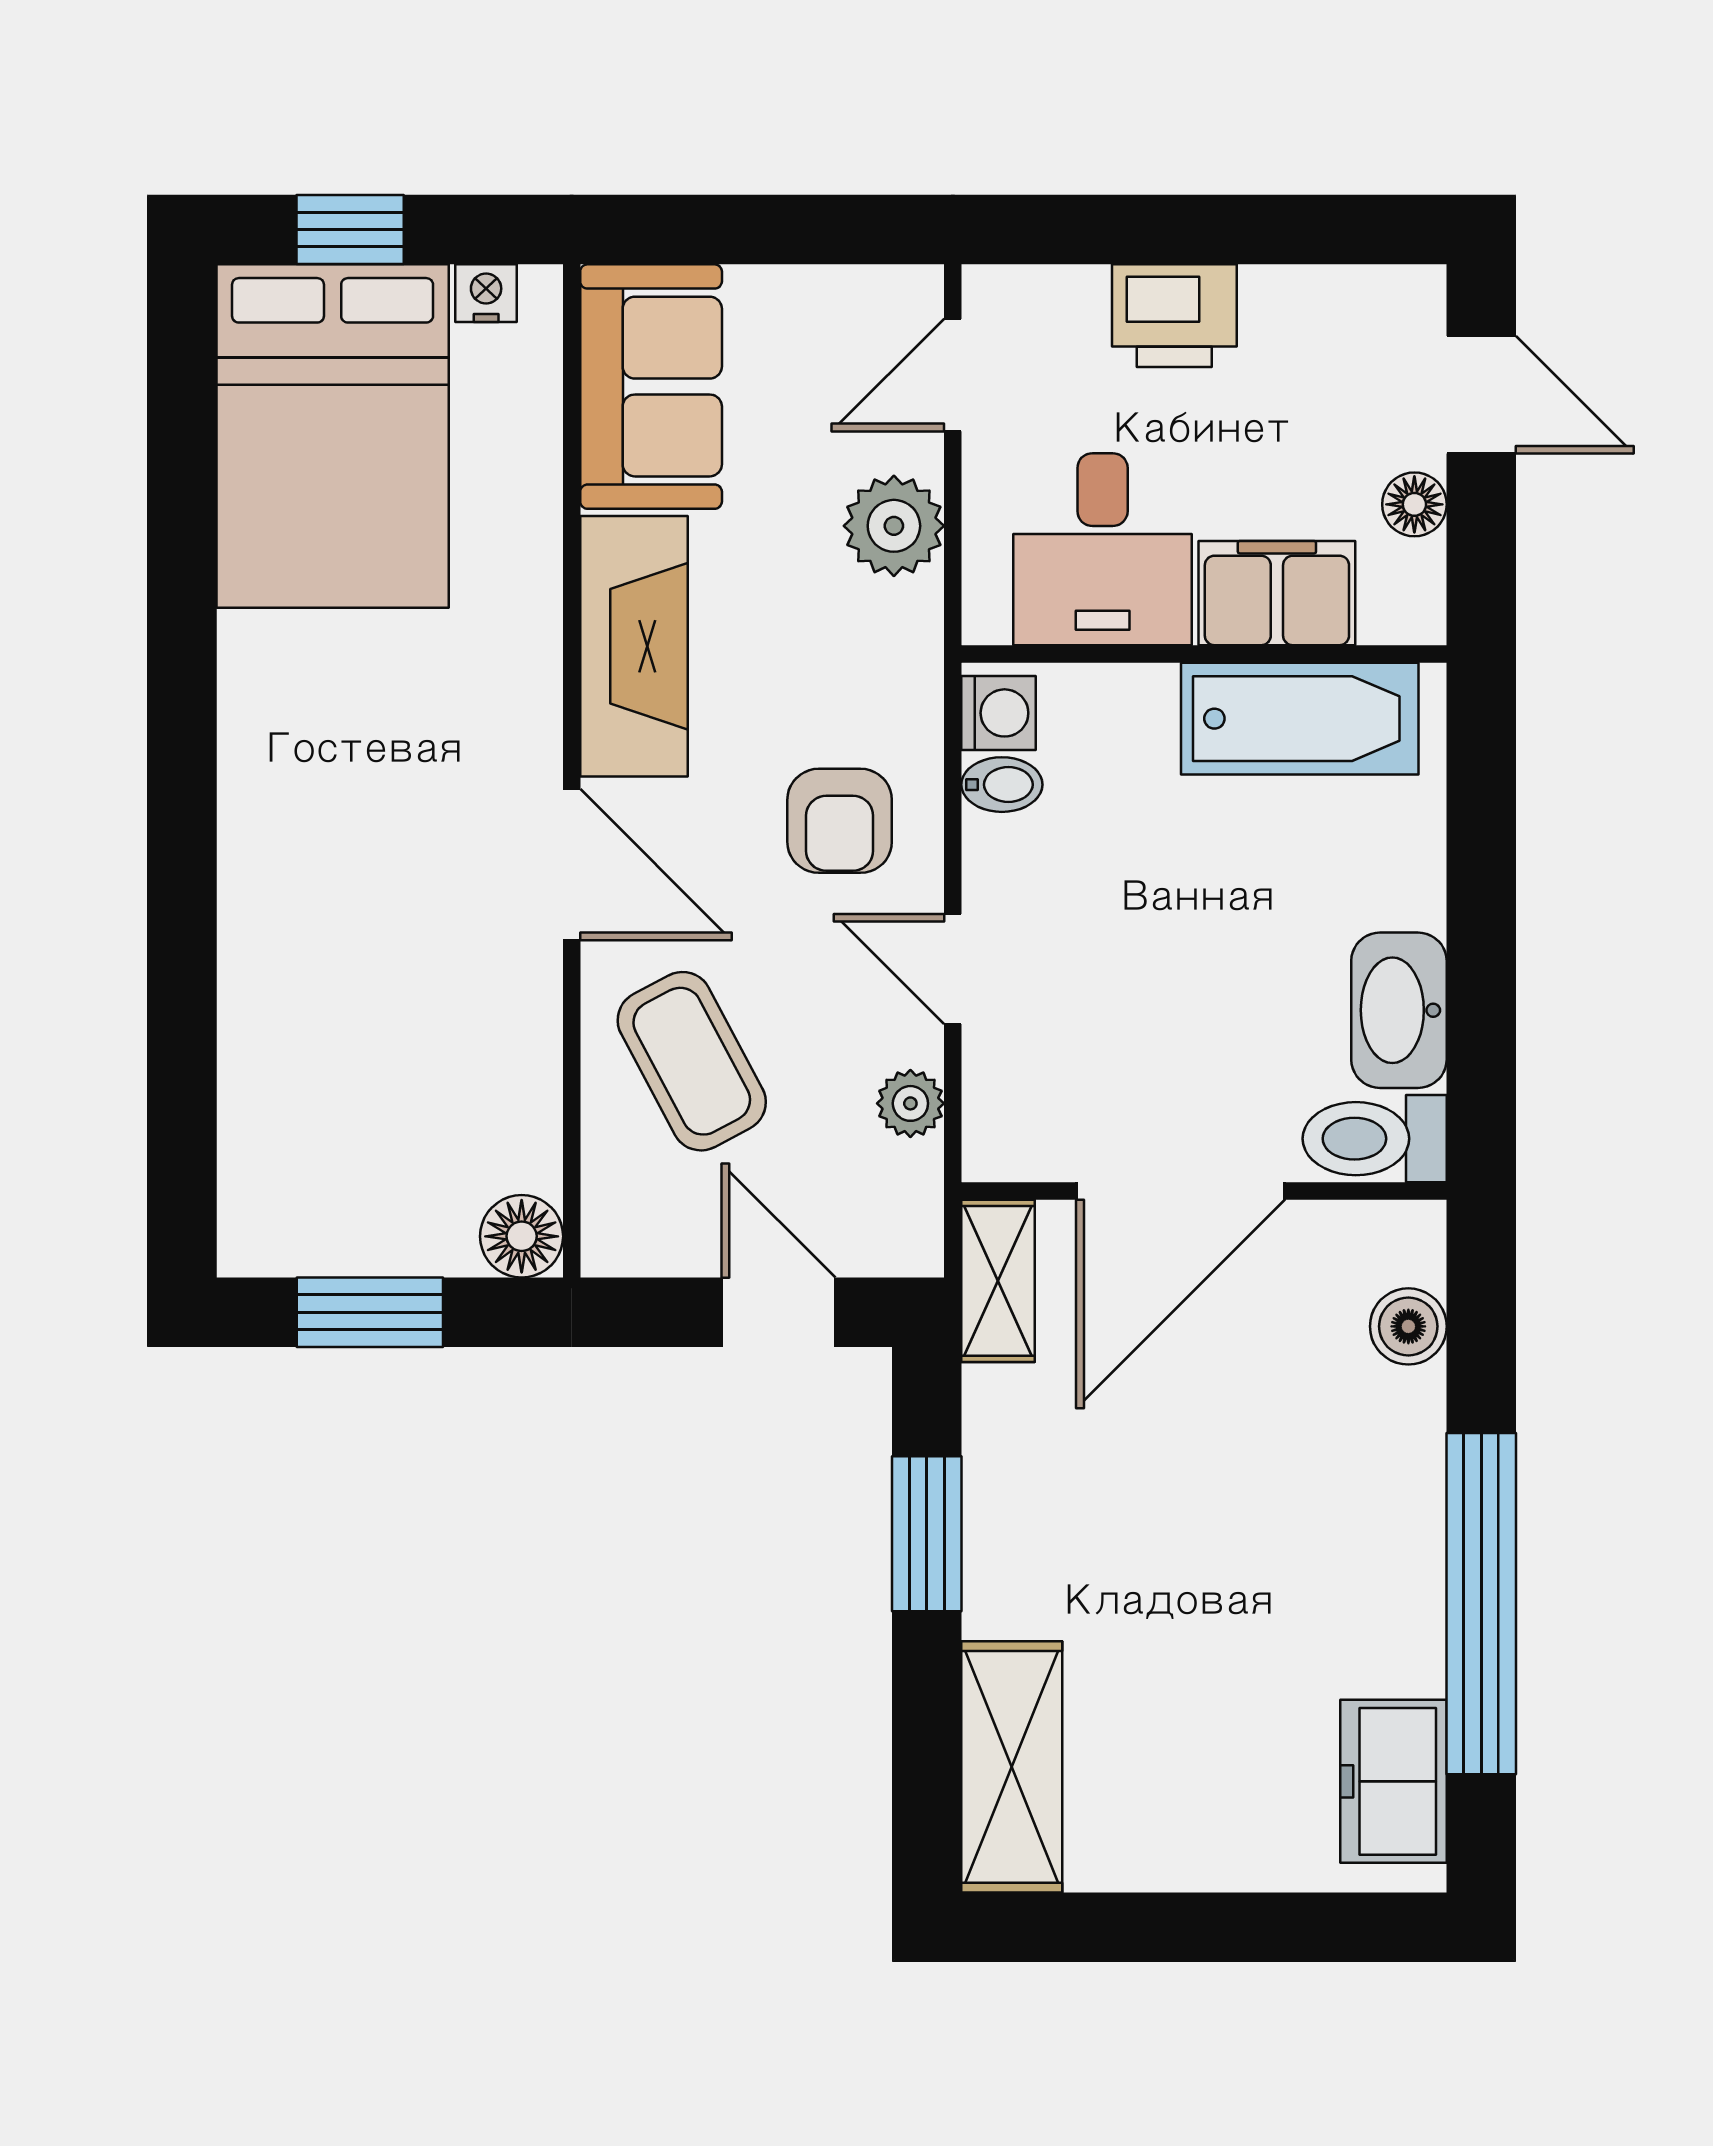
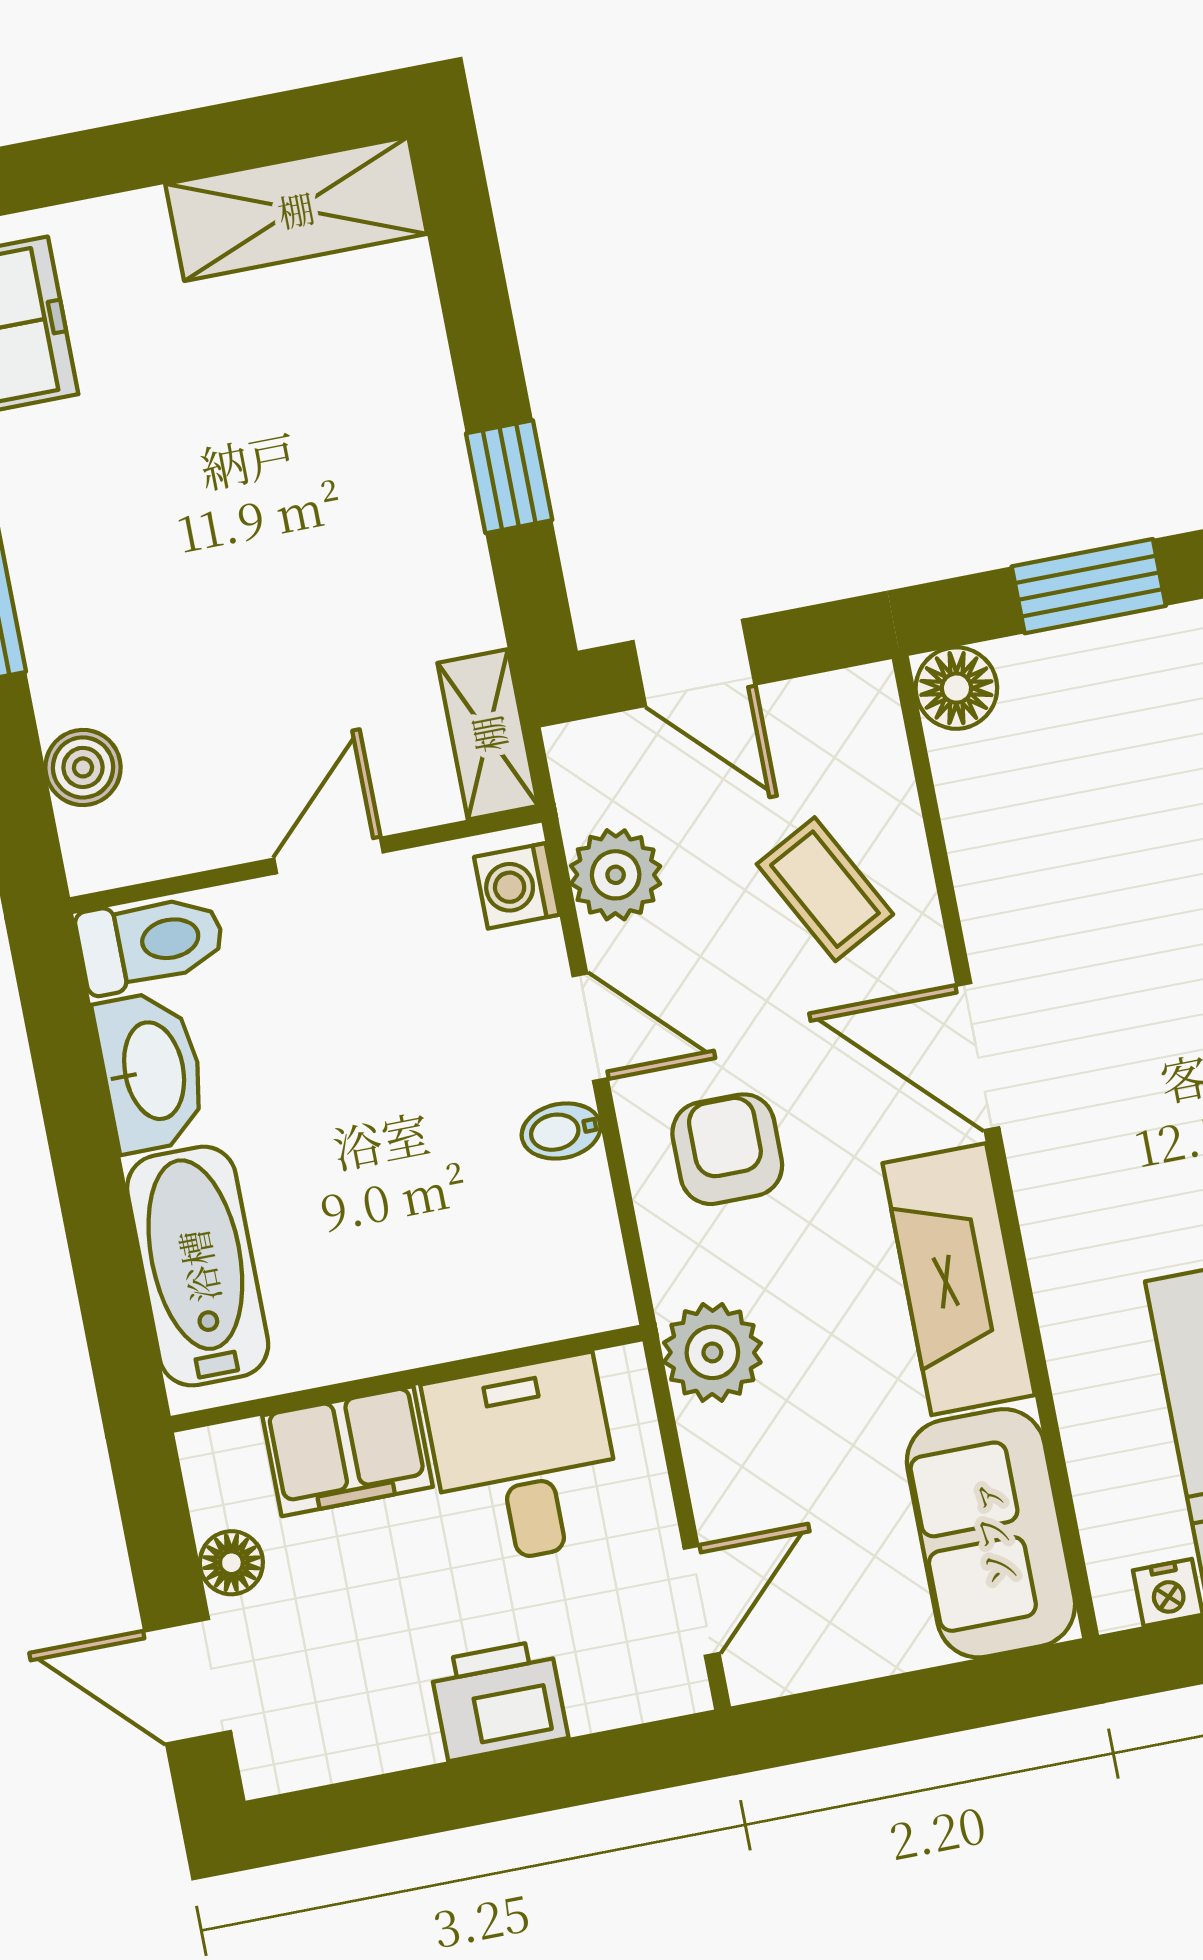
plant: (894, 526) -> (712, 1352), moved
washing machine: (999, 713) -> (517, 886), moved
bathtub: (1300, 719) -> (198, 1266), moved, turned 90
bidet: (1002, 785) -> (561, 1131), moved
coffee table: (692, 1061) -> (825, 889), width x0.73, depth x0.77
plant: (910, 1103) -> (616, 875), width x1.38, depth x1.38
door: (1180, 1191) -> (328, 855), width x0.53
window: (927, 1534) -> (509, 477), width x0.67
shelving: (1012, 1767) -> (296, 209), moved, turned 90

